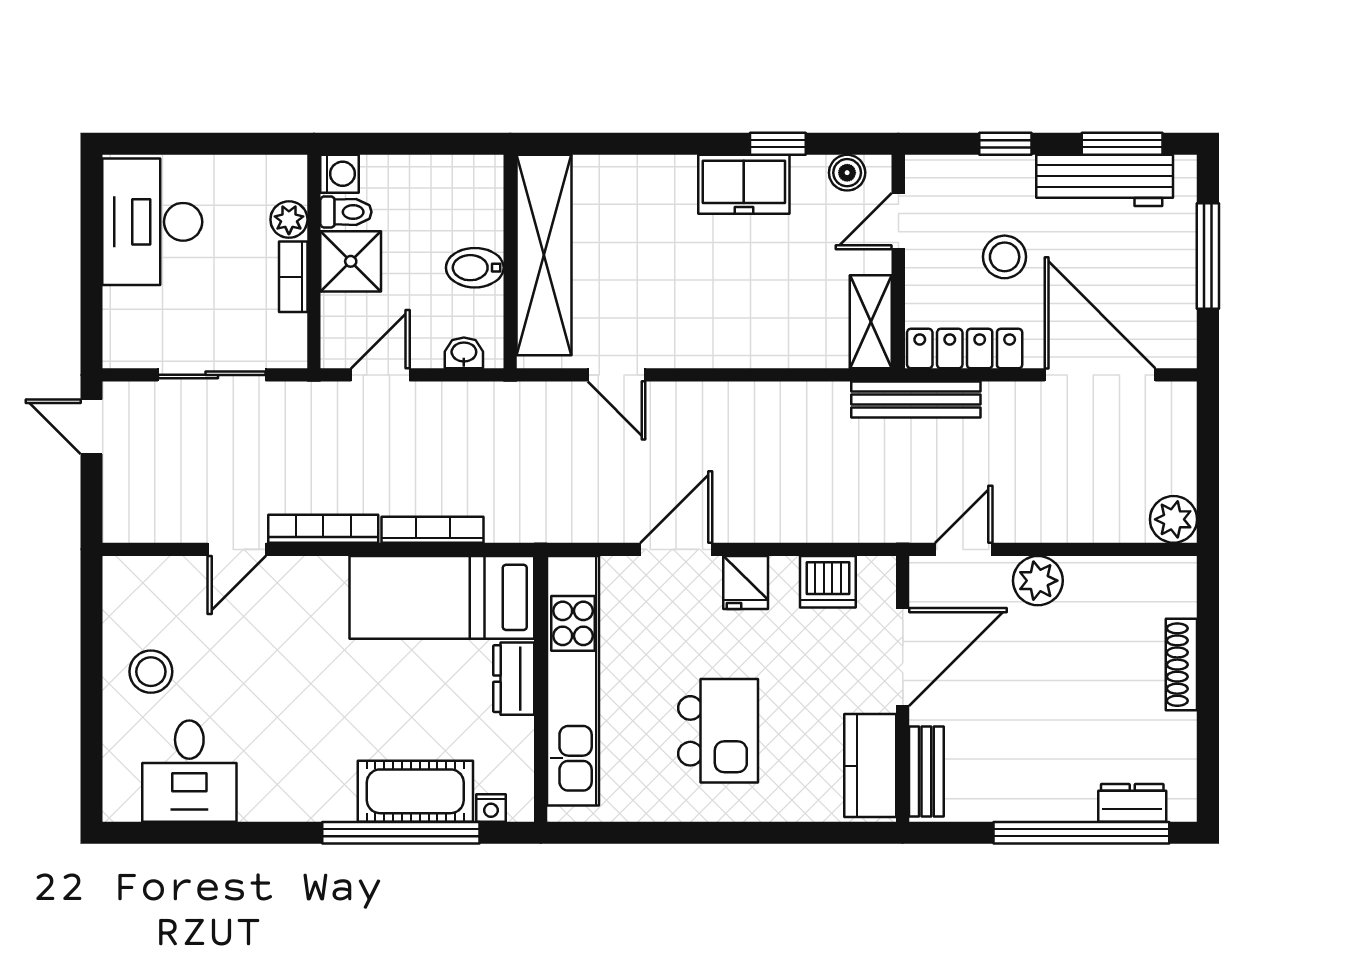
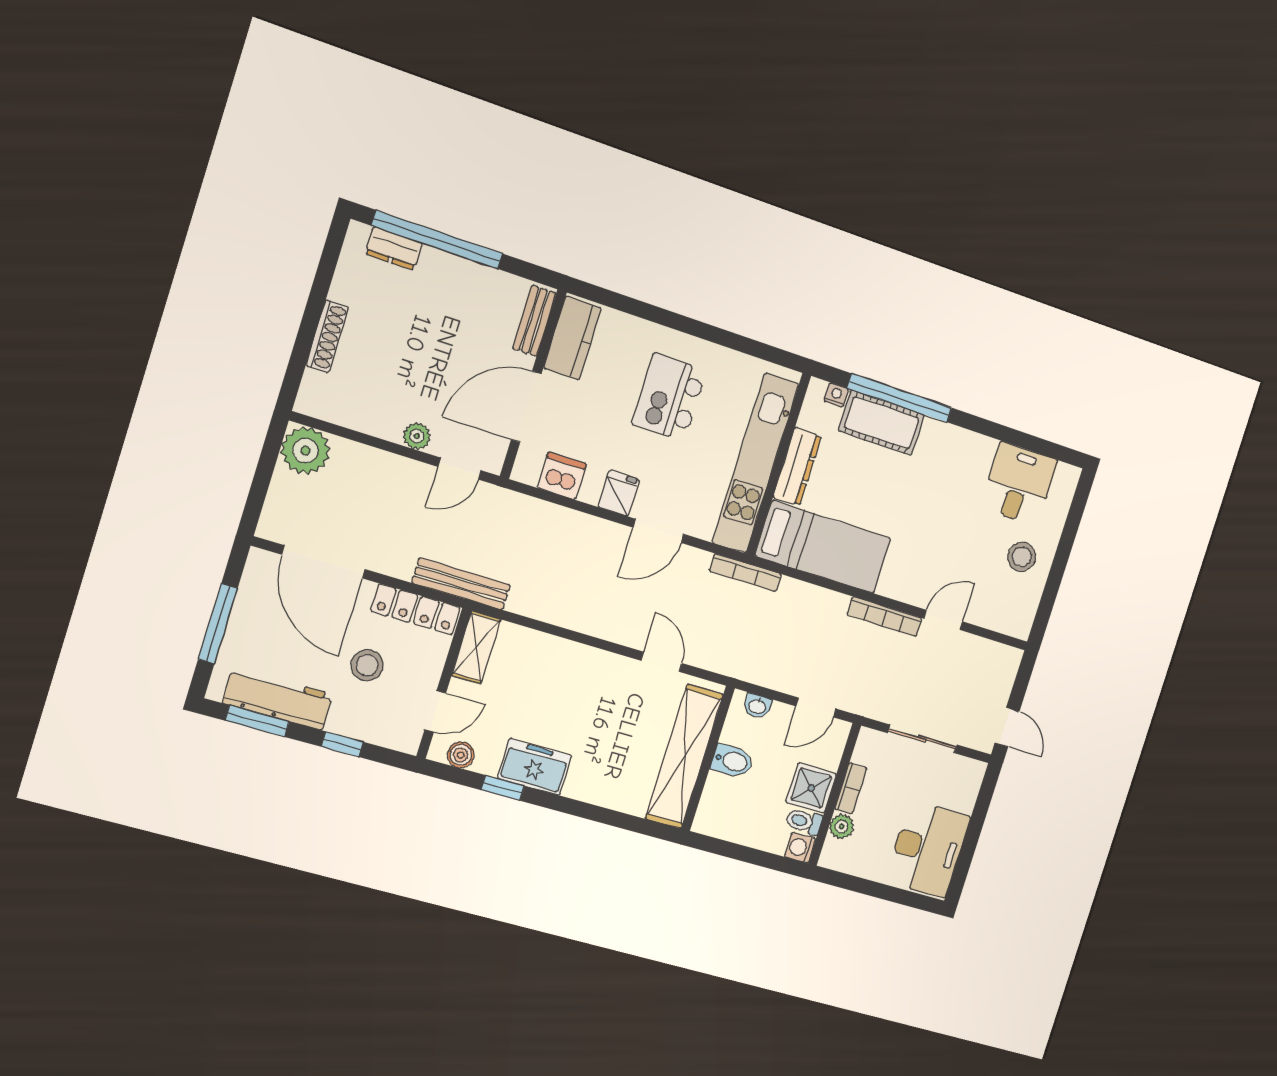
plant: (1174, 519) -> (305, 451), width x1.36, depth x1.36
bookcase: (433, 530) -> (746, 573), moved
plant: (1038, 581) -> (417, 436), width x0.73, depth x0.73
dresser: (514, 679) -> (797, 467), width x1.44

